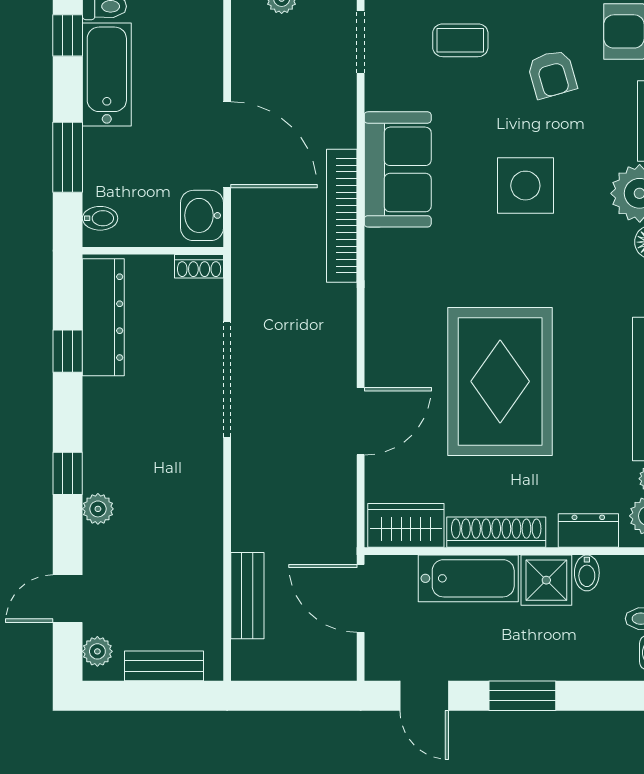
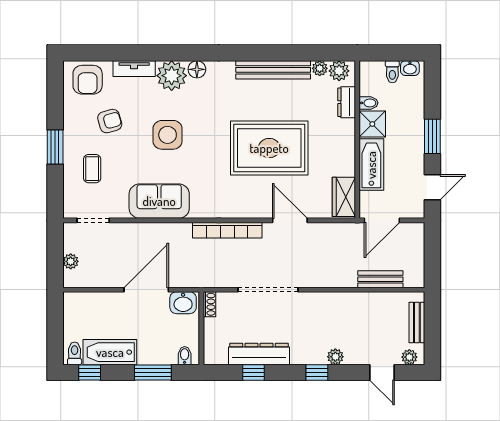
bookcase: (342, 216) -> (227, 230), moved
dresser: (103, 317) -> (259, 354), moved
shoe rack: (496, 532) -> (347, 150), removed

